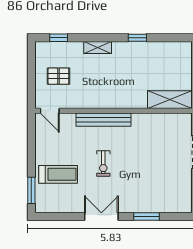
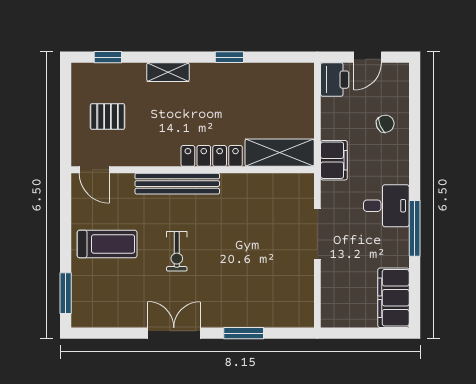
locker: (126, 102) -> (212, 156), added
treadmill: (58, 174) -> (107, 244), moved

